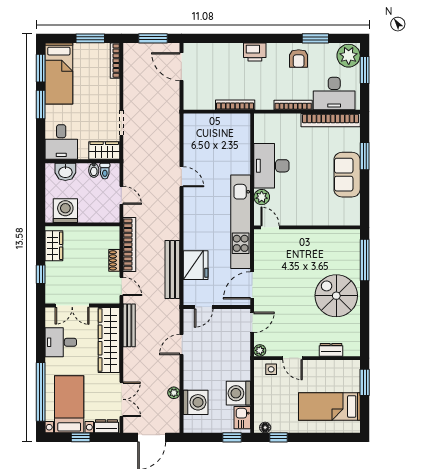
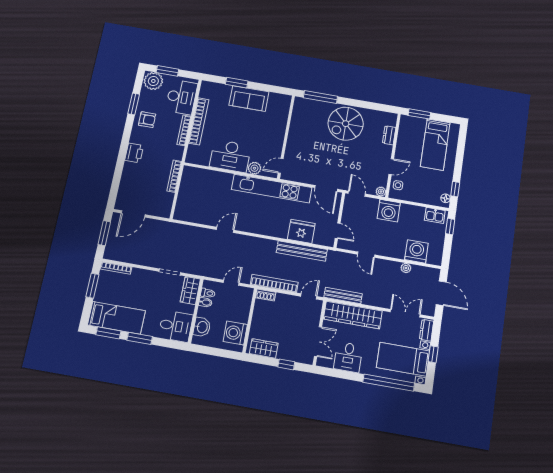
bookcase: (331, 120) -> (199, 121), moved
shoe rack: (114, 260) -> (266, 295), moved
washing machine: (238, 393) -> (389, 211), moved

